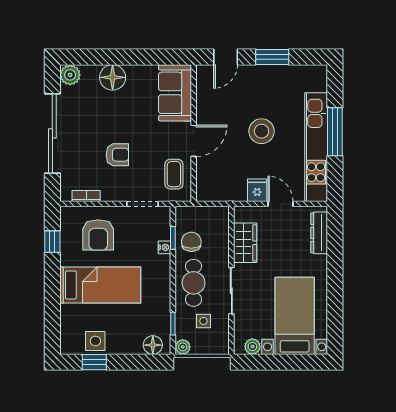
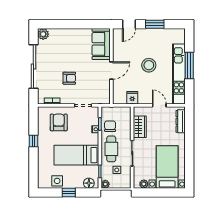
floor lamp: (113, 77) -> (67, 36), removed
coffee table: (174, 174) -> (101, 89), removed
fridge: (257, 190) -> (132, 98), moved
armchair: (98, 235) -> (59, 122), turned 180
window: (52, 242) -> (33, 141), moved
bed: (100, 285) -> (76, 155), moved, turned 180
window: (94, 362) -> (69, 193), moved

